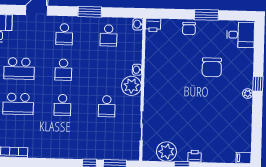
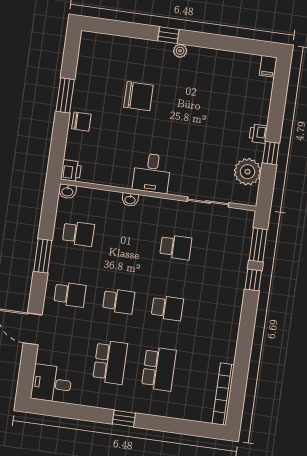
desk: (240, 35) -> (152, 173), moved, turned 180
plant: (131, 86) -> (151, 210), removed

